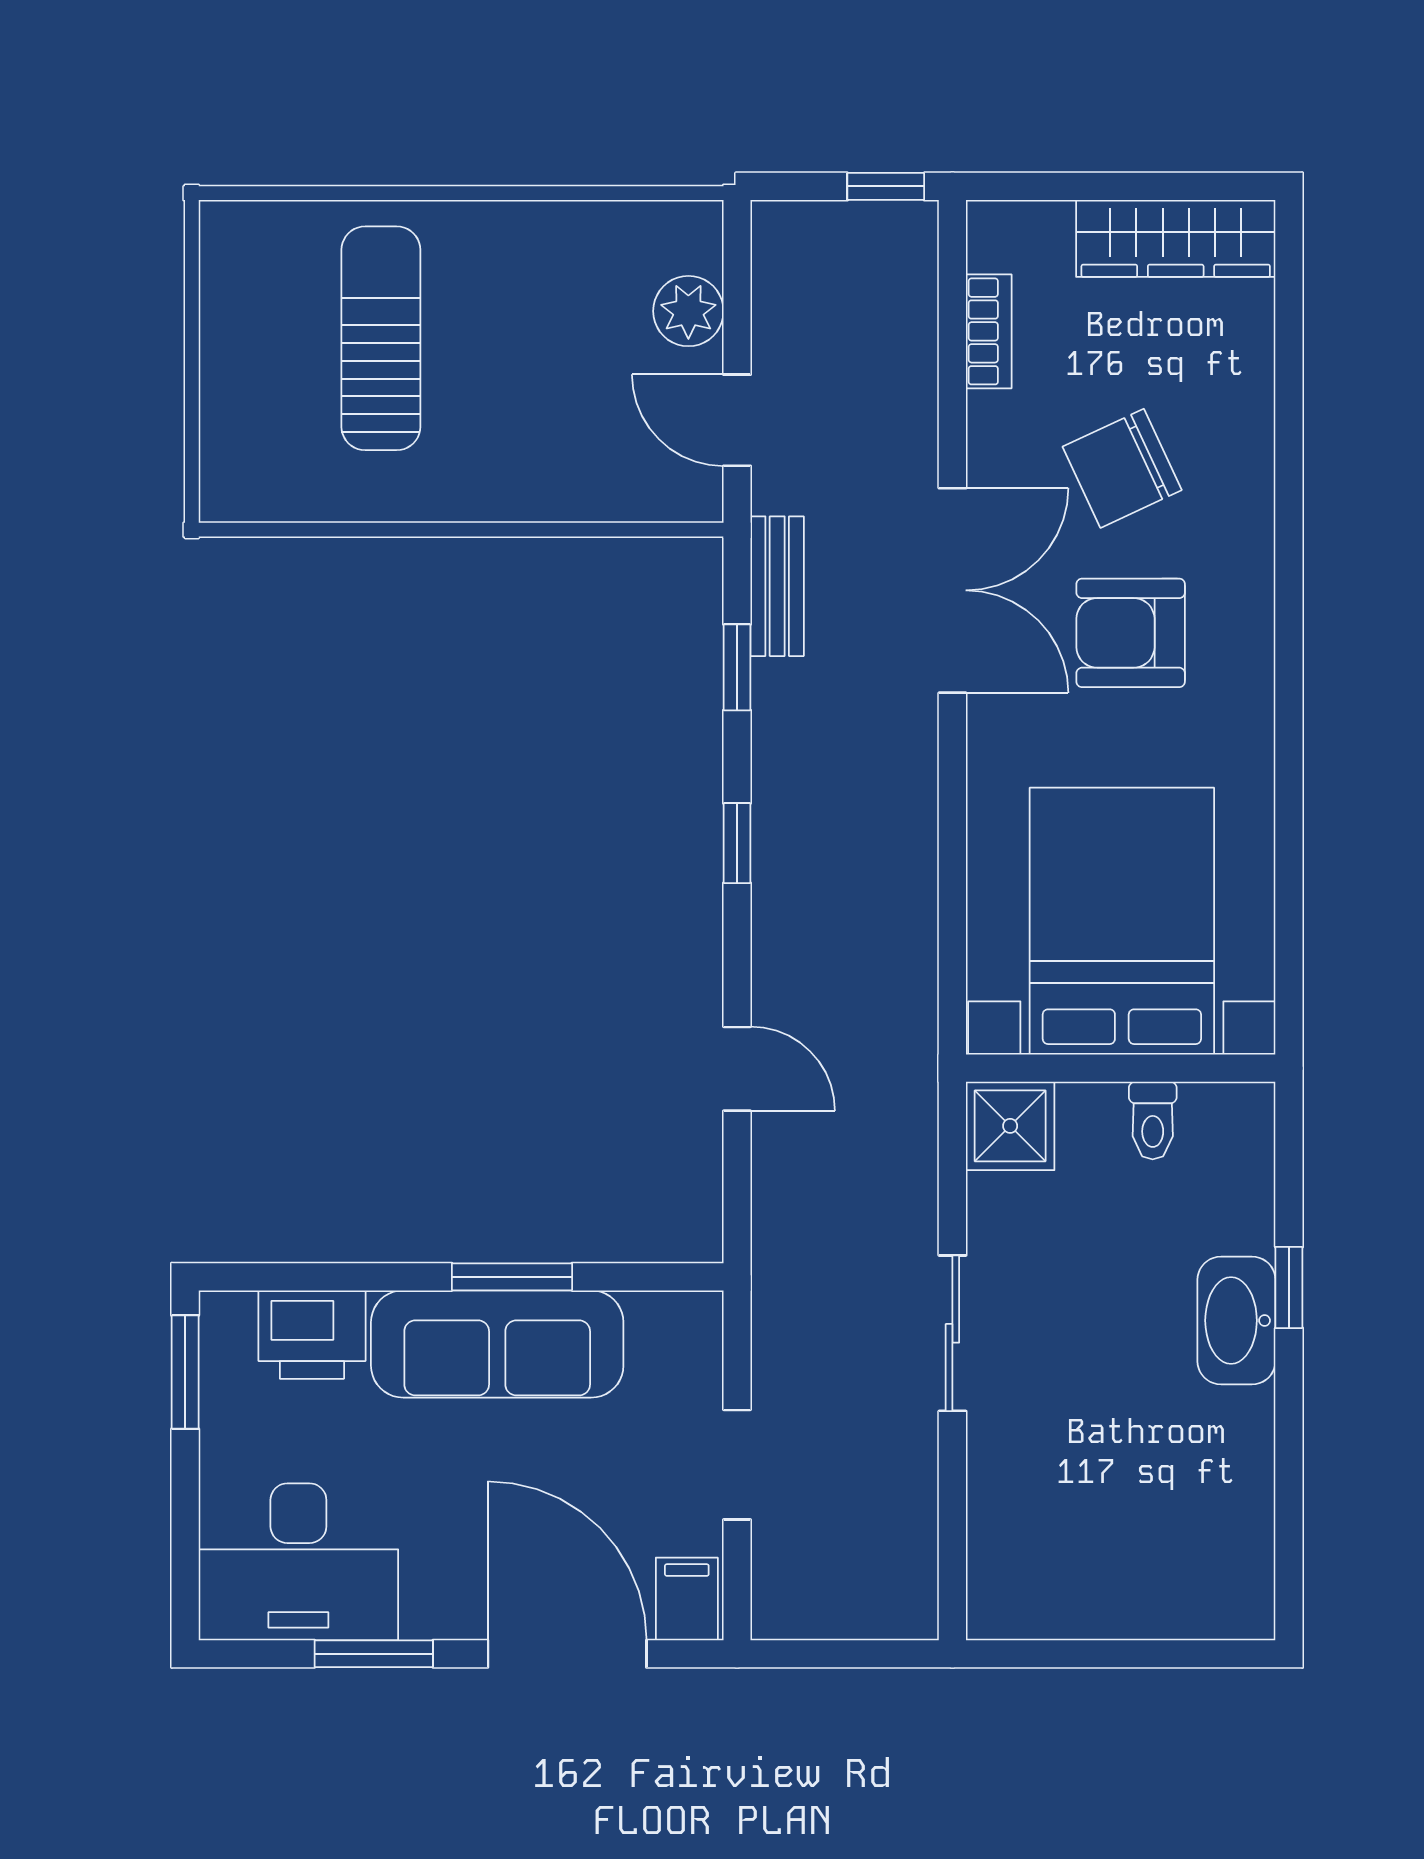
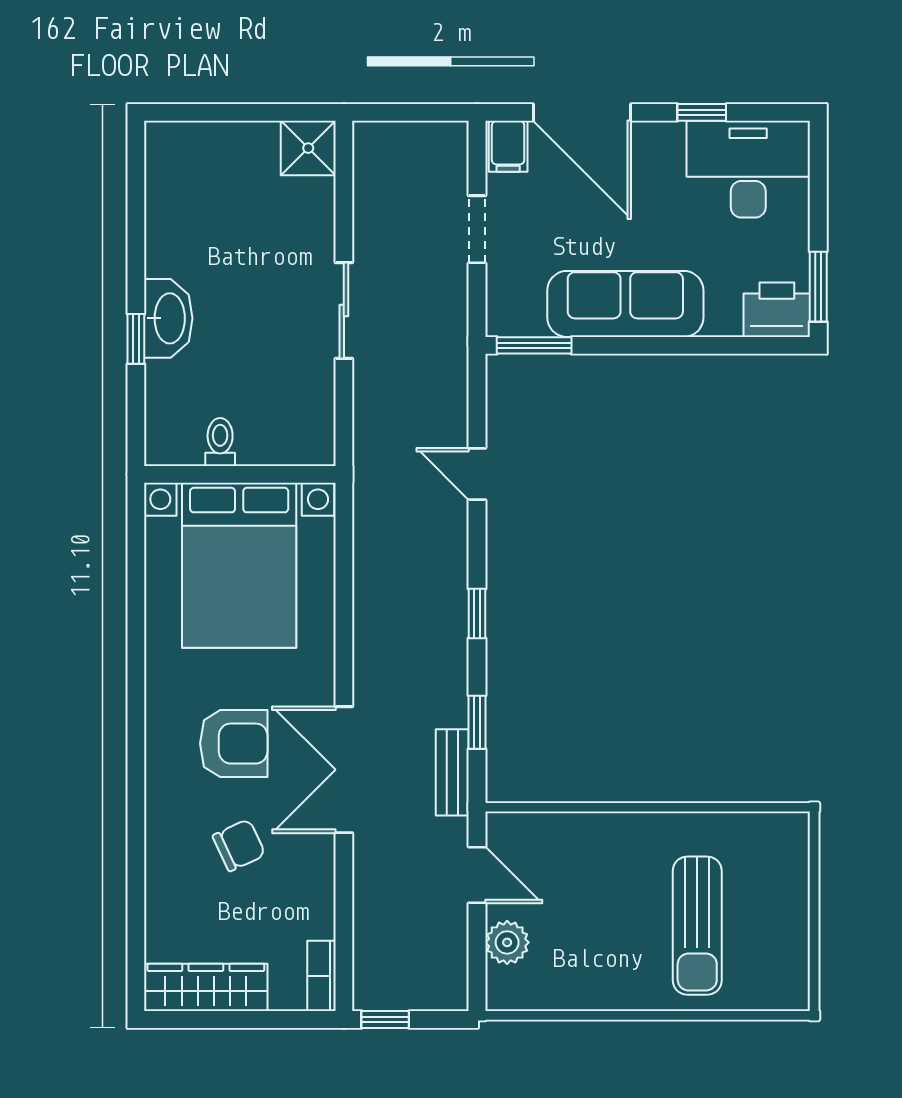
bookcase: (989, 331) -> (321, 976), moved
chair: (1122, 468) -> (239, 845), width x0.73, depth x0.73
shower: (1010, 1126) -> (308, 148), moved
window: (512, 1277) -> (534, 345), moved
printer: (312, 1335) -> (777, 310), moved
window: (374, 1654) -> (702, 112), width x0.67

